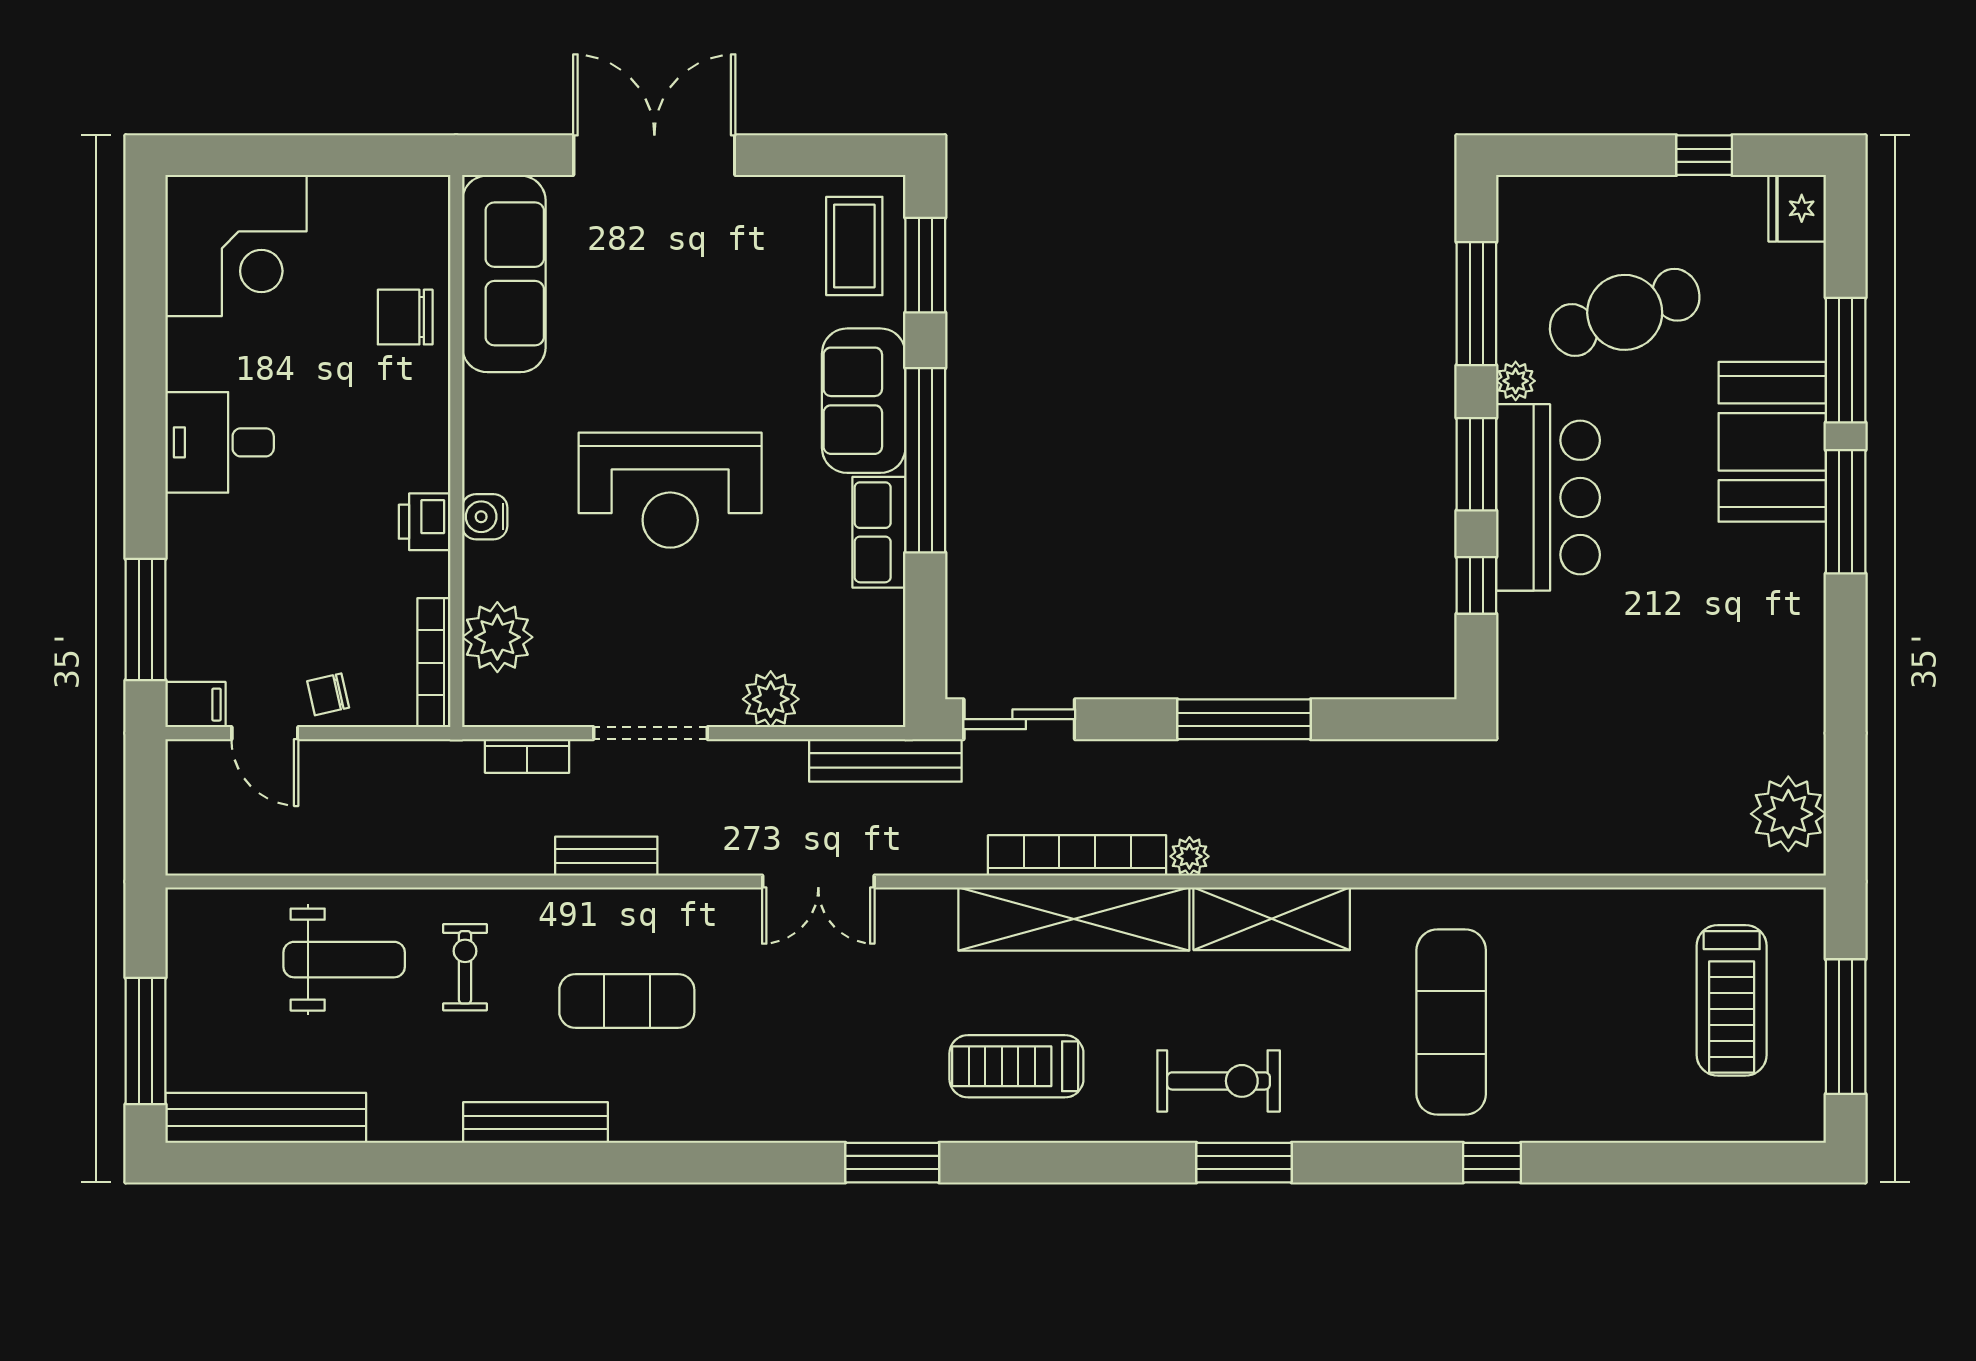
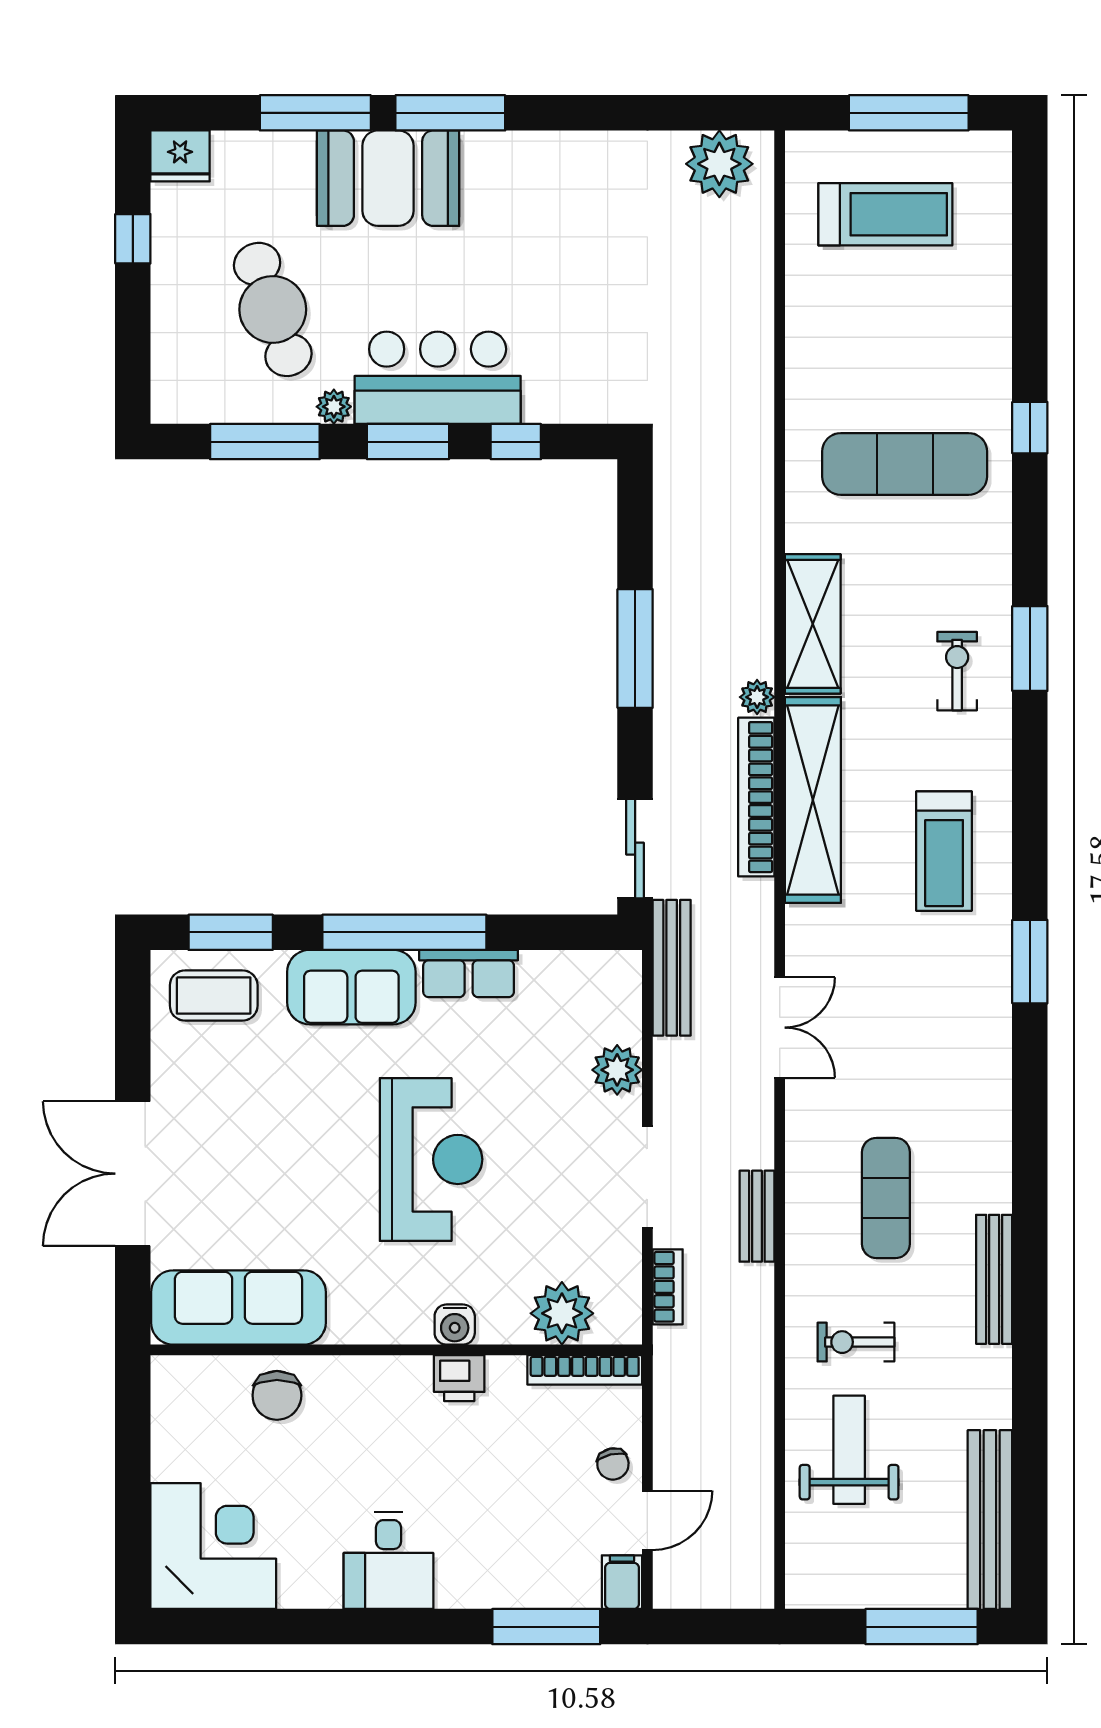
exercise bike: (1219, 1081) -> (957, 671), width x0.73, depth x0.72

